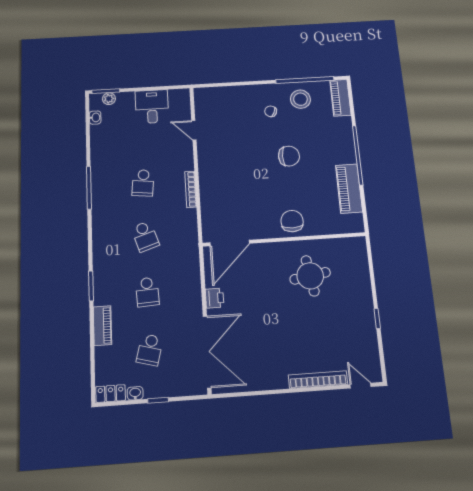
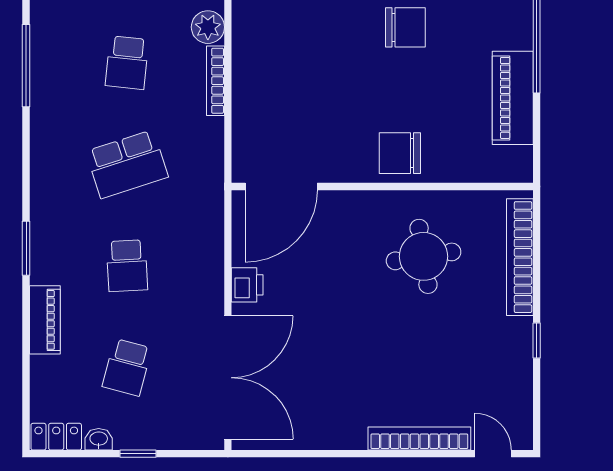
plant: (185, 162) -> (208, 27), added
chair: (292, 221) -> (400, 153), turned -90
school desk: (145, 236) -> (127, 164), width x1.85
bookcase: (363, 273) -> (520, 257), added

